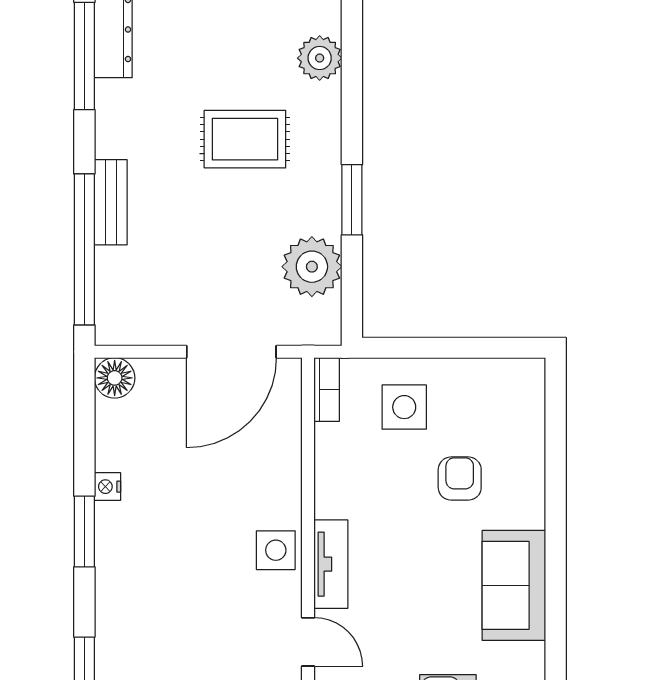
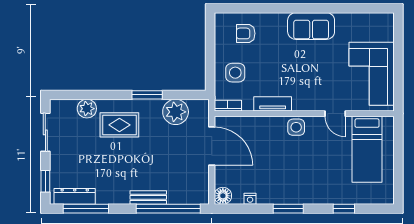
rug: (245, 139) -> (119, 125), moved, turned 90
armchair: (460, 479) -> (246, 33), moved
nightstand: (108, 487) -> (250, 199), moved
tv unit: (331, 564) -> (273, 104), moved
door: (308, 642) -> (335, 114), swing flipped

